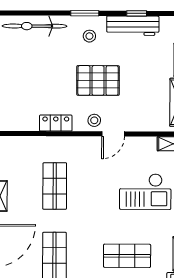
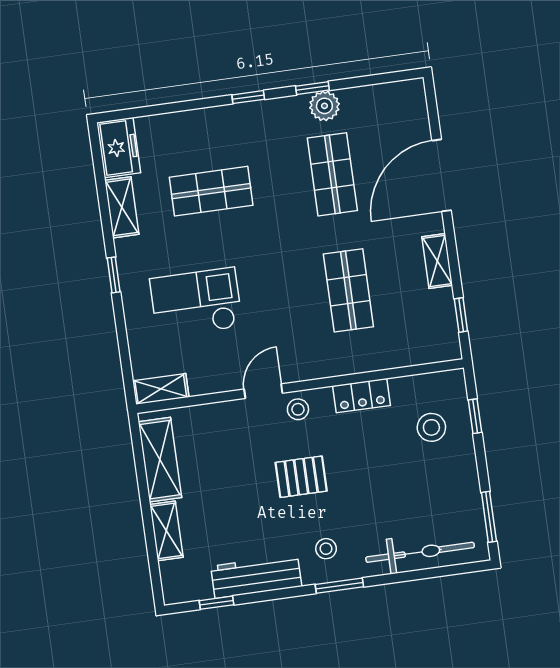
window: (137, 13) -> (217, 603), moved
pallet: (98, 80) -> (301, 477), width x0.67, depth x0.71
stool: (17, 99) -> (431, 427), added

